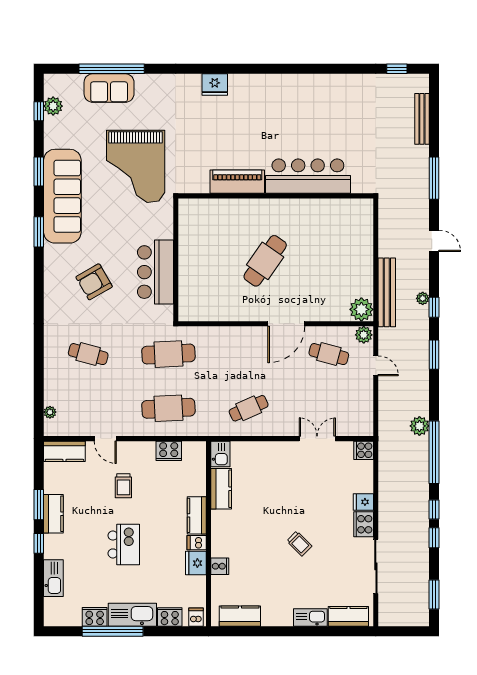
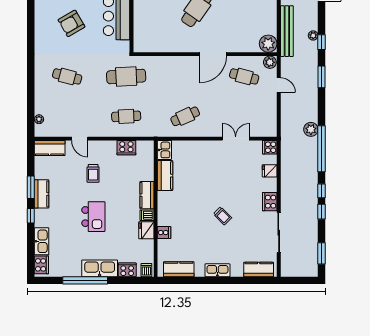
cafe table: (168, 408) -> (126, 116), width x0.73, depth x0.74
fridge: (363, 502) -> (270, 171), moved
cooker: (95, 617) -> (41, 265), moved, turned 90
kitchen sink: (310, 617) -> (217, 270), moved

